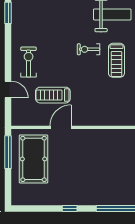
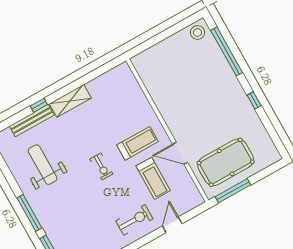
exercise bike: (89, 49) -> (101, 167), moved
treadmill: (116, 60) -> (137, 143), moved
exercise bike: (29, 62) -> (134, 220), turned 180

